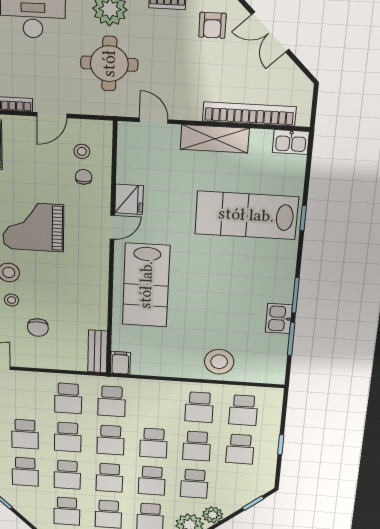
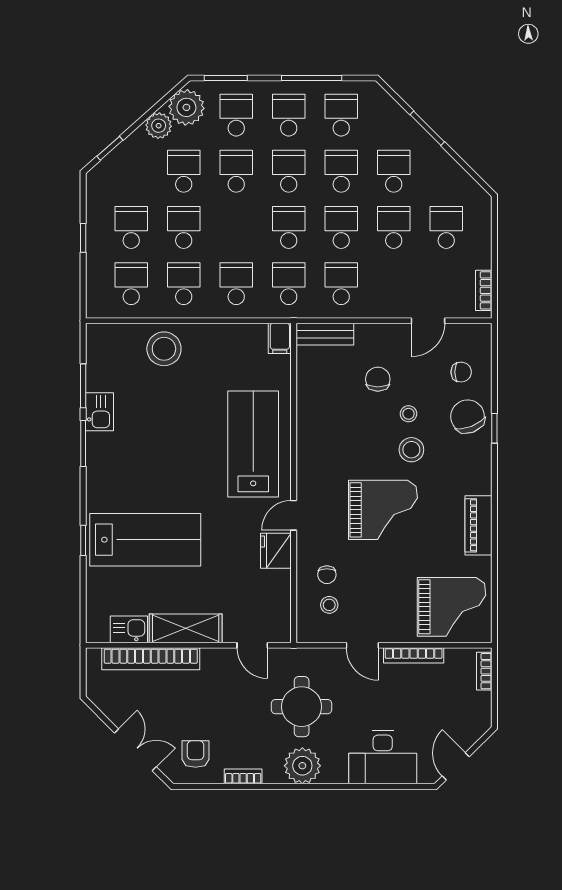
door: (52, 115) -> (362, 645), swing flipped
kitchen sink: (291, 142) -> (129, 629), moved
bench: (98, 351) -> (325, 334), moved, turned 90
school desk: (154, 443) -> (236, 284), moved

